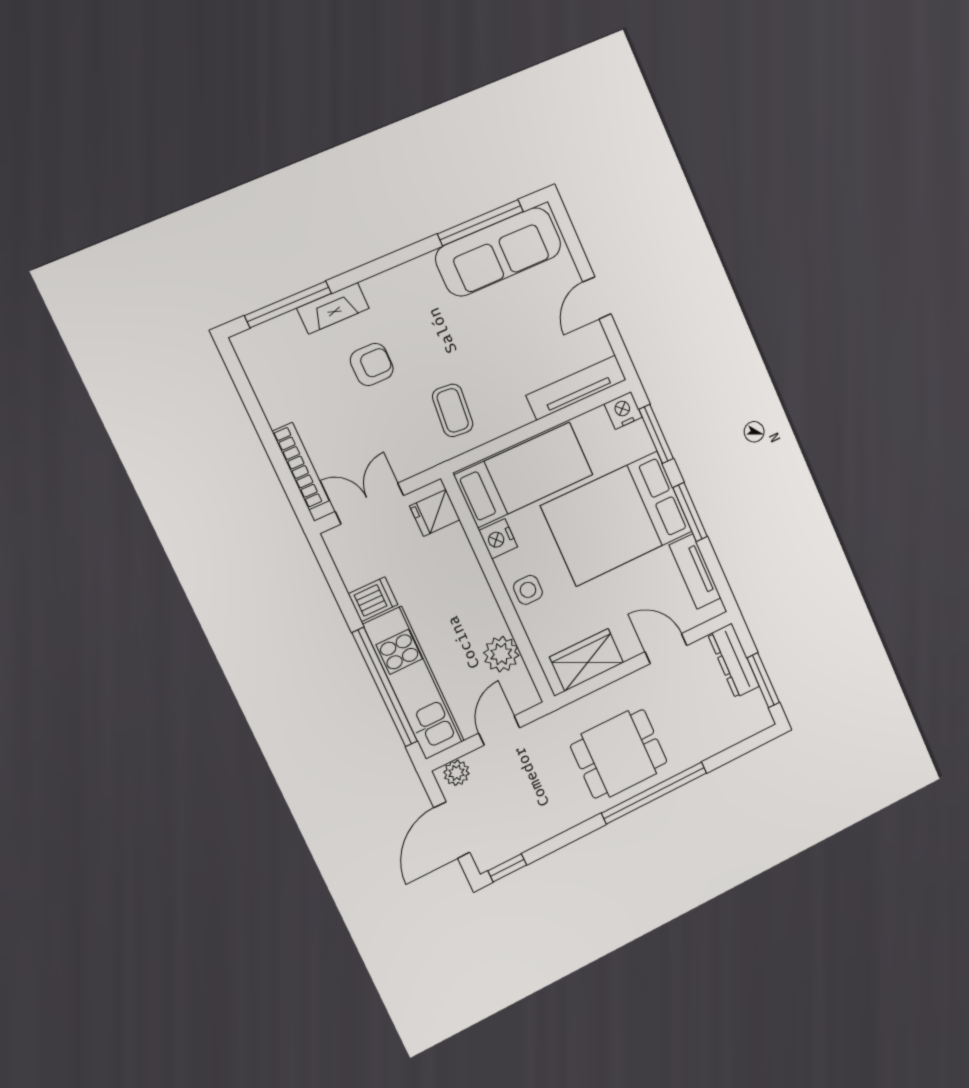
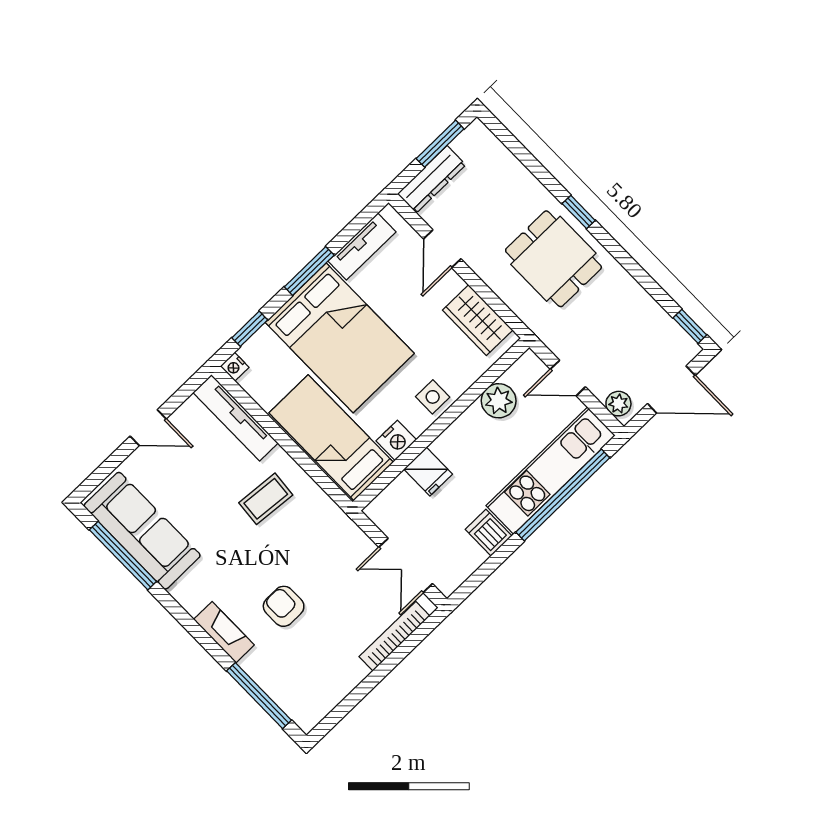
fireplace: (333, 308) -> (224, 632), moved
coffee table: (453, 410) -> (266, 499), moved
nightstand: (623, 411) -> (235, 367), width x0.72, depth x0.74
window: (656, 434) -> (250, 329), width x0.67
fridge: (435, 513) -> (428, 472), moved
window: (654, 793) -> (579, 212), width x0.32

